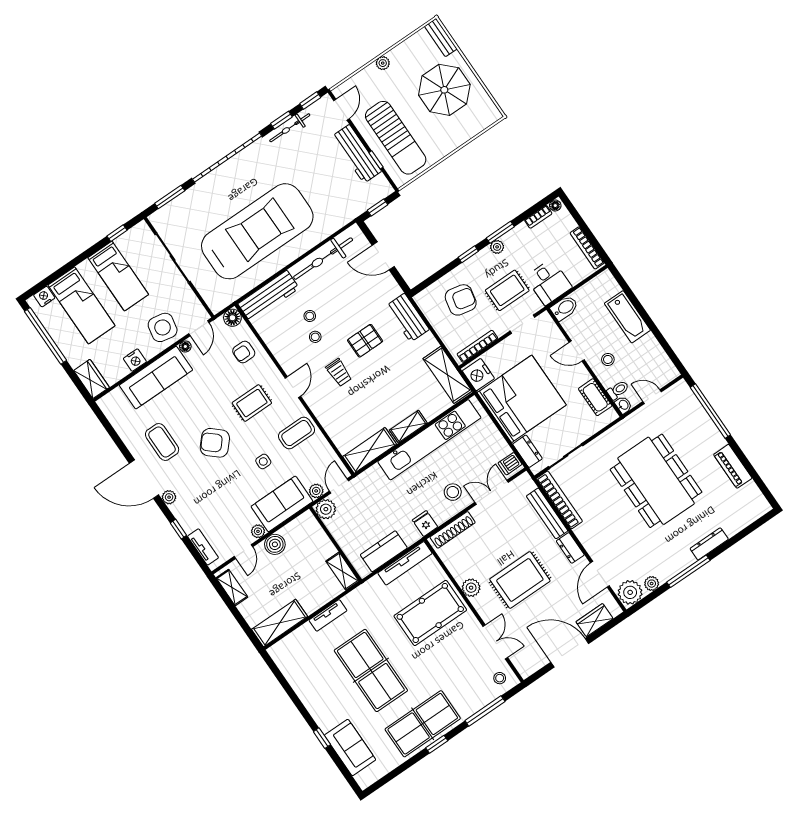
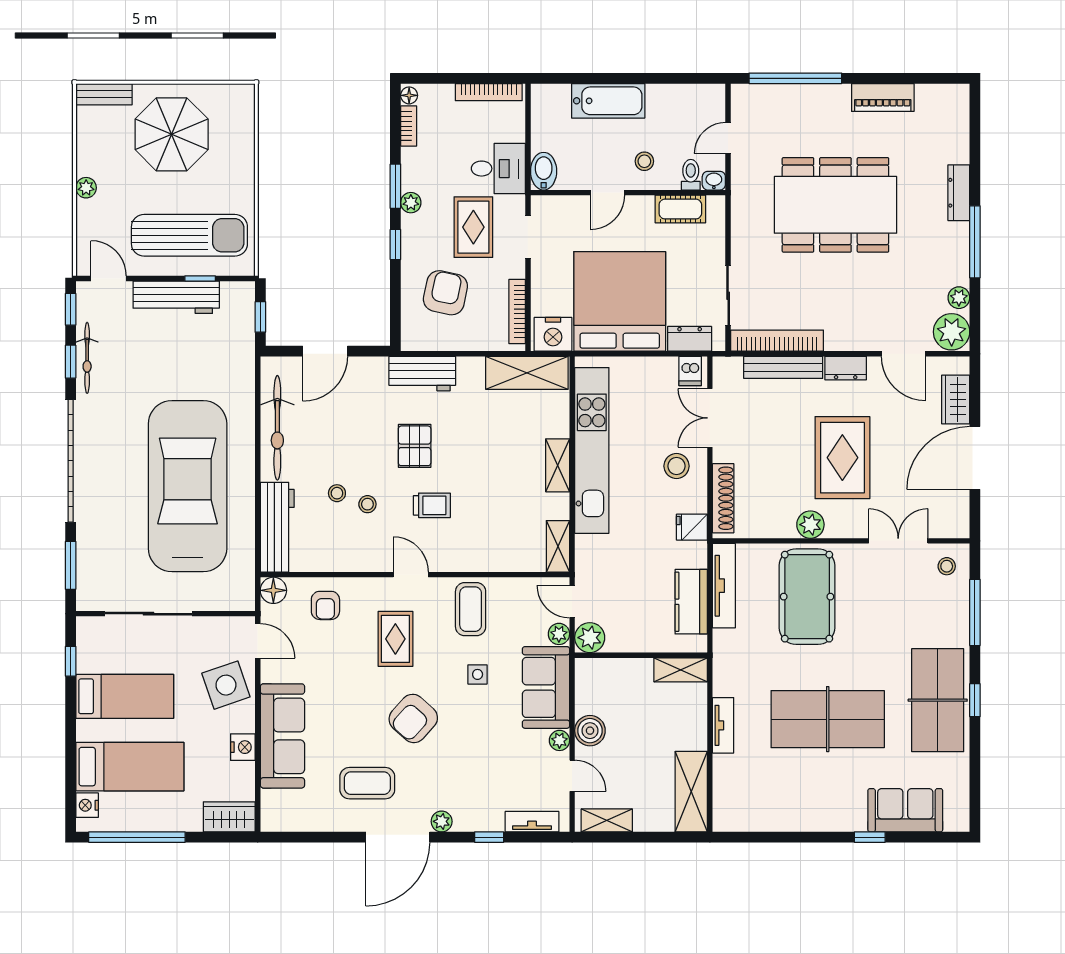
side table: (163, 327) -> (226, 685), turned -30
floor lamp: (185, 346) -> (269, 673), removed
shelving: (370, 450) -> (558, 546), width x0.67, depth x0.75

